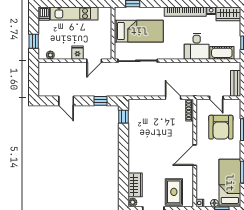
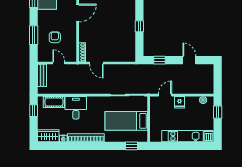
window: (123, 117) -> (139, 26), moved
armchair: (221, 127) -> (55, 37), width x0.53, depth x0.53

